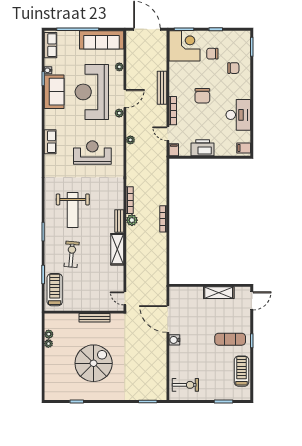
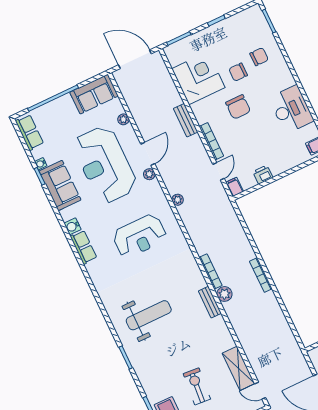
sofa: (102, 40) -> (94, 94), width x0.73
corner desk: (184, 46) -> (198, 78), moved
chair: (212, 54) -> (238, 72), moved
bench: (162, 88) -> (186, 120), width x0.73
water cooler: (49, 124) -> (72, 226), added
door: (168, 134) -> (219, 171), swing flipped
printer: (203, 148) -> (263, 175), width x0.53, depth x0.68
reception desk: (92, 153) -> (140, 236), turned 180
weight bench: (73, 210) -> (149, 315), turned -90
shelving: (117, 249) -> (238, 368), moved
exercise bike: (72, 254) -> (197, 386), moved

